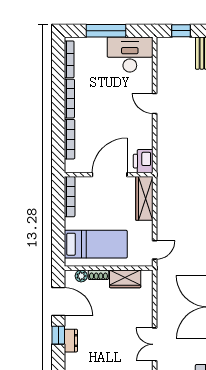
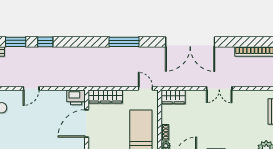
door: (110, 175) -> (87, 123), hinge flipped
wardrobe: (125, 279) -> (173, 97), moved, turned 90

